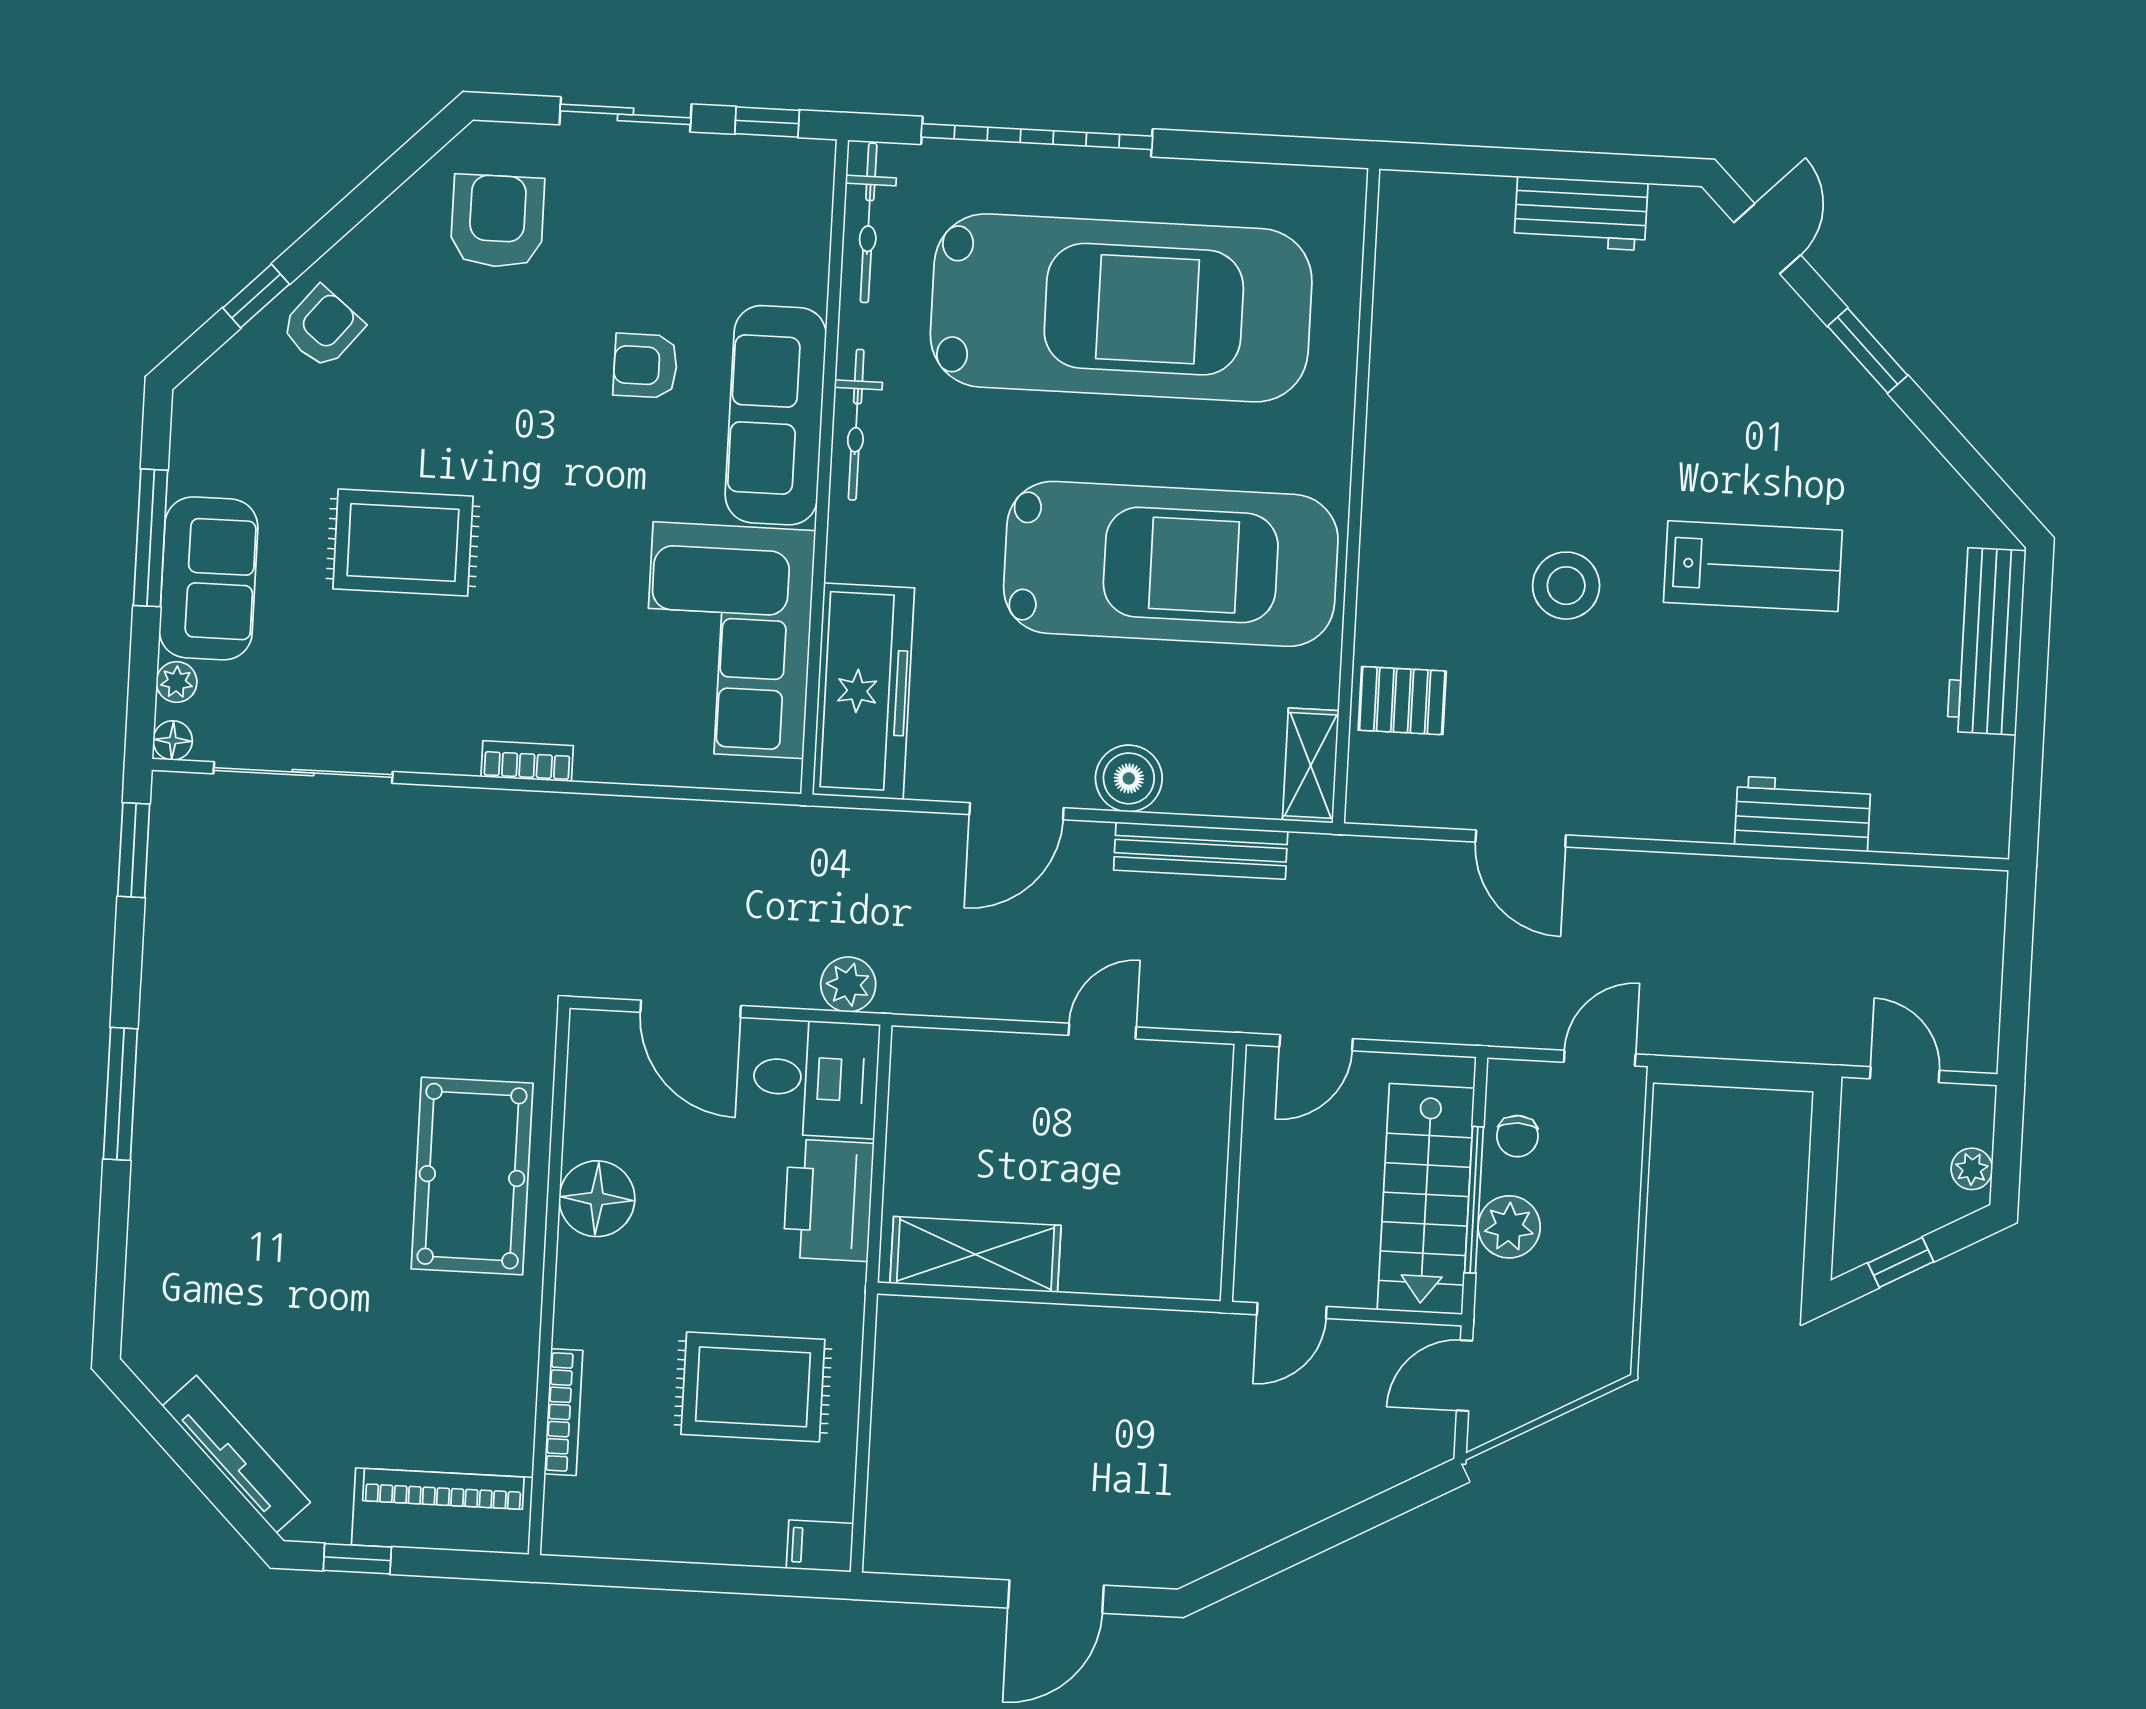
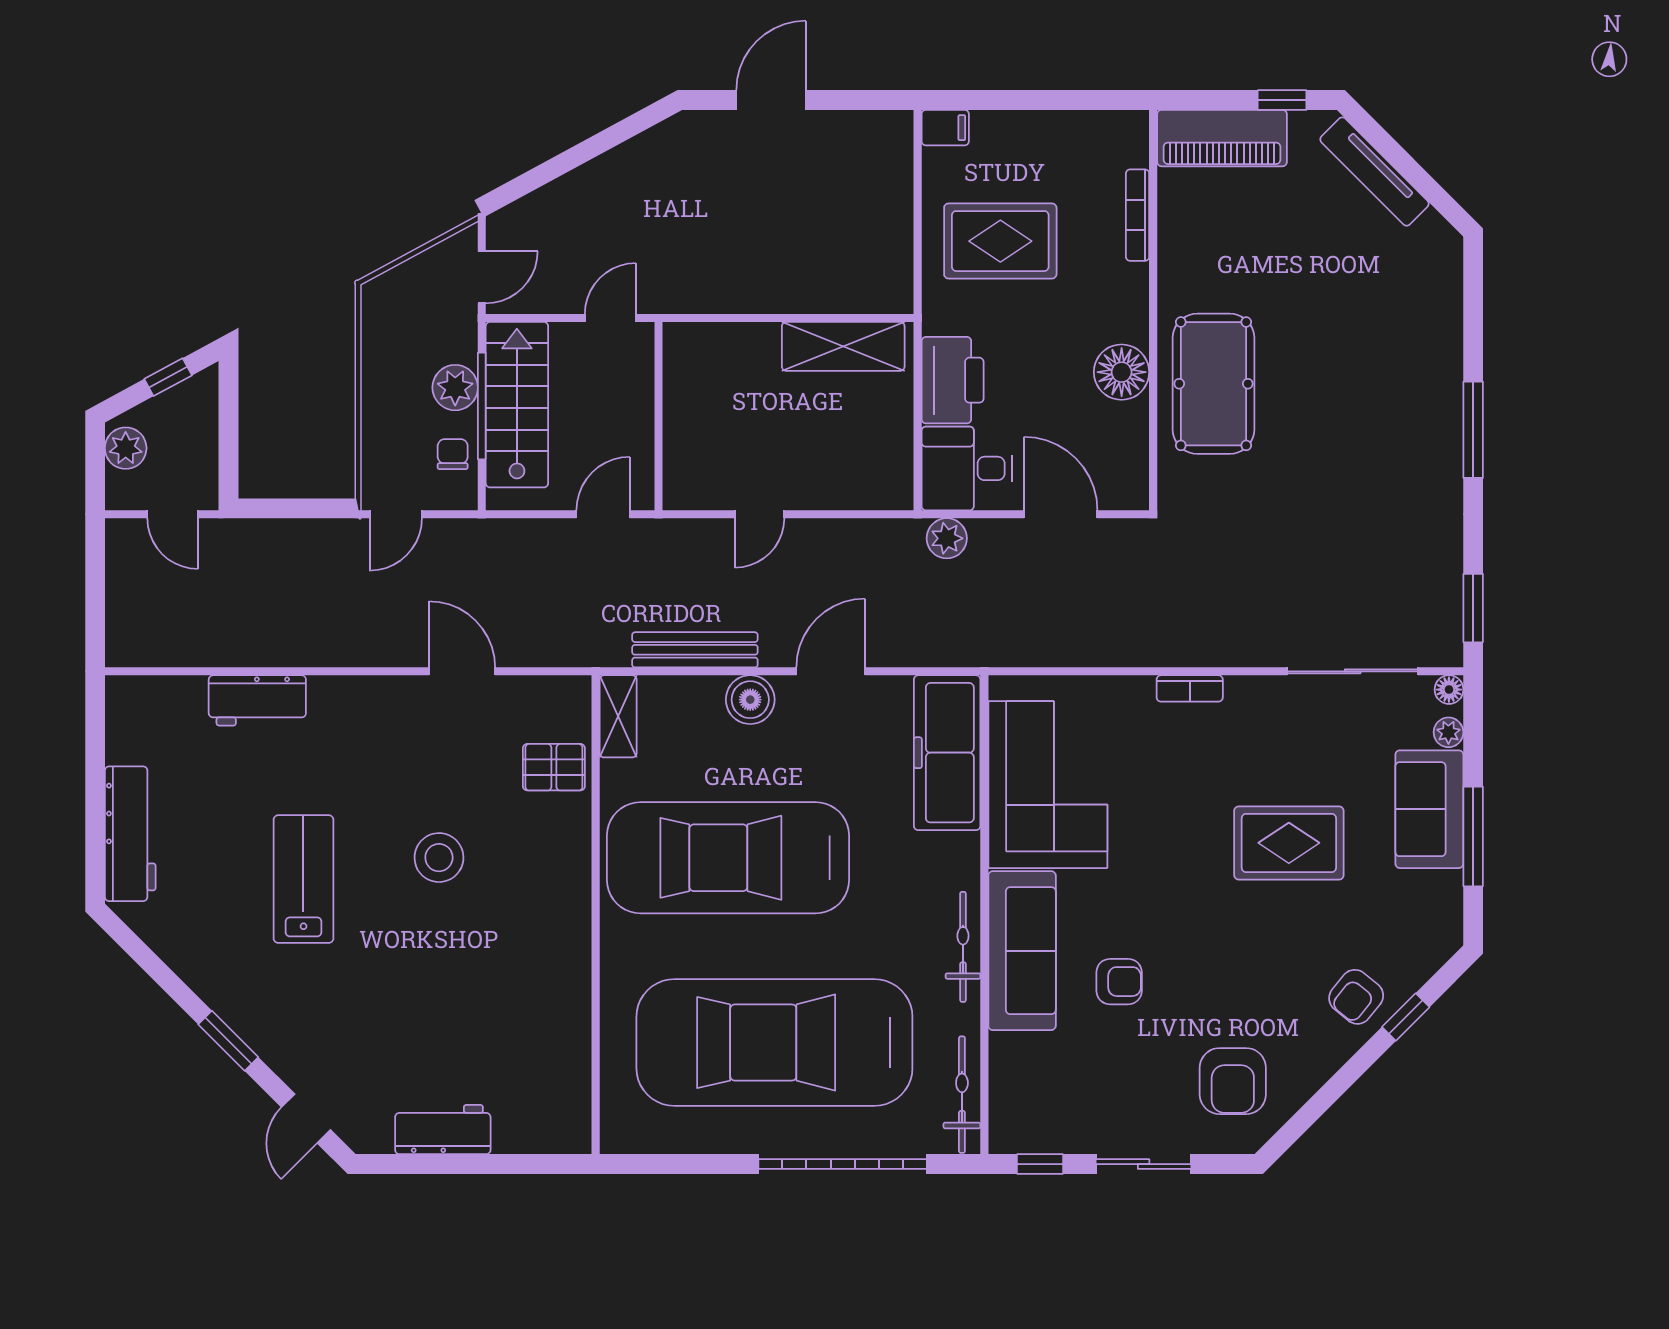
lab bench: (1753, 566) -> (303, 879), turned 90
plant: (1972, 1169) -> (126, 448), width x1.38, depth x1.38

